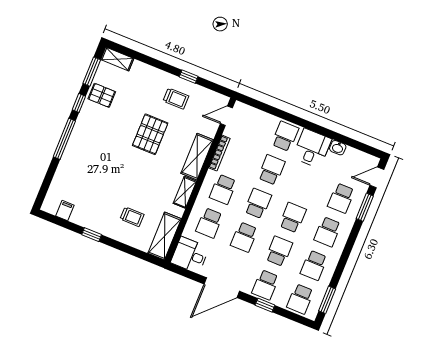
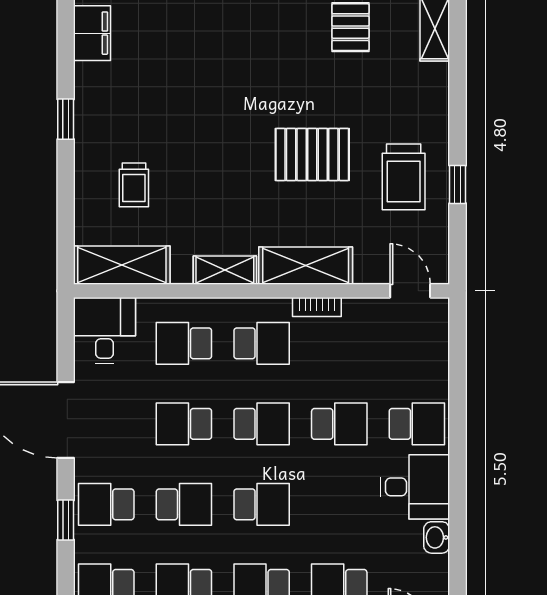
trolley: (176, 99) -> (404, 177), width x1.36, depth x1.39
bookcase: (219, 153) -> (317, 307), width x0.64
school desk: (223, 189) -> (262, 343), turned 180
filing cabinet: (65, 211) -> (92, 33), width x2.00

